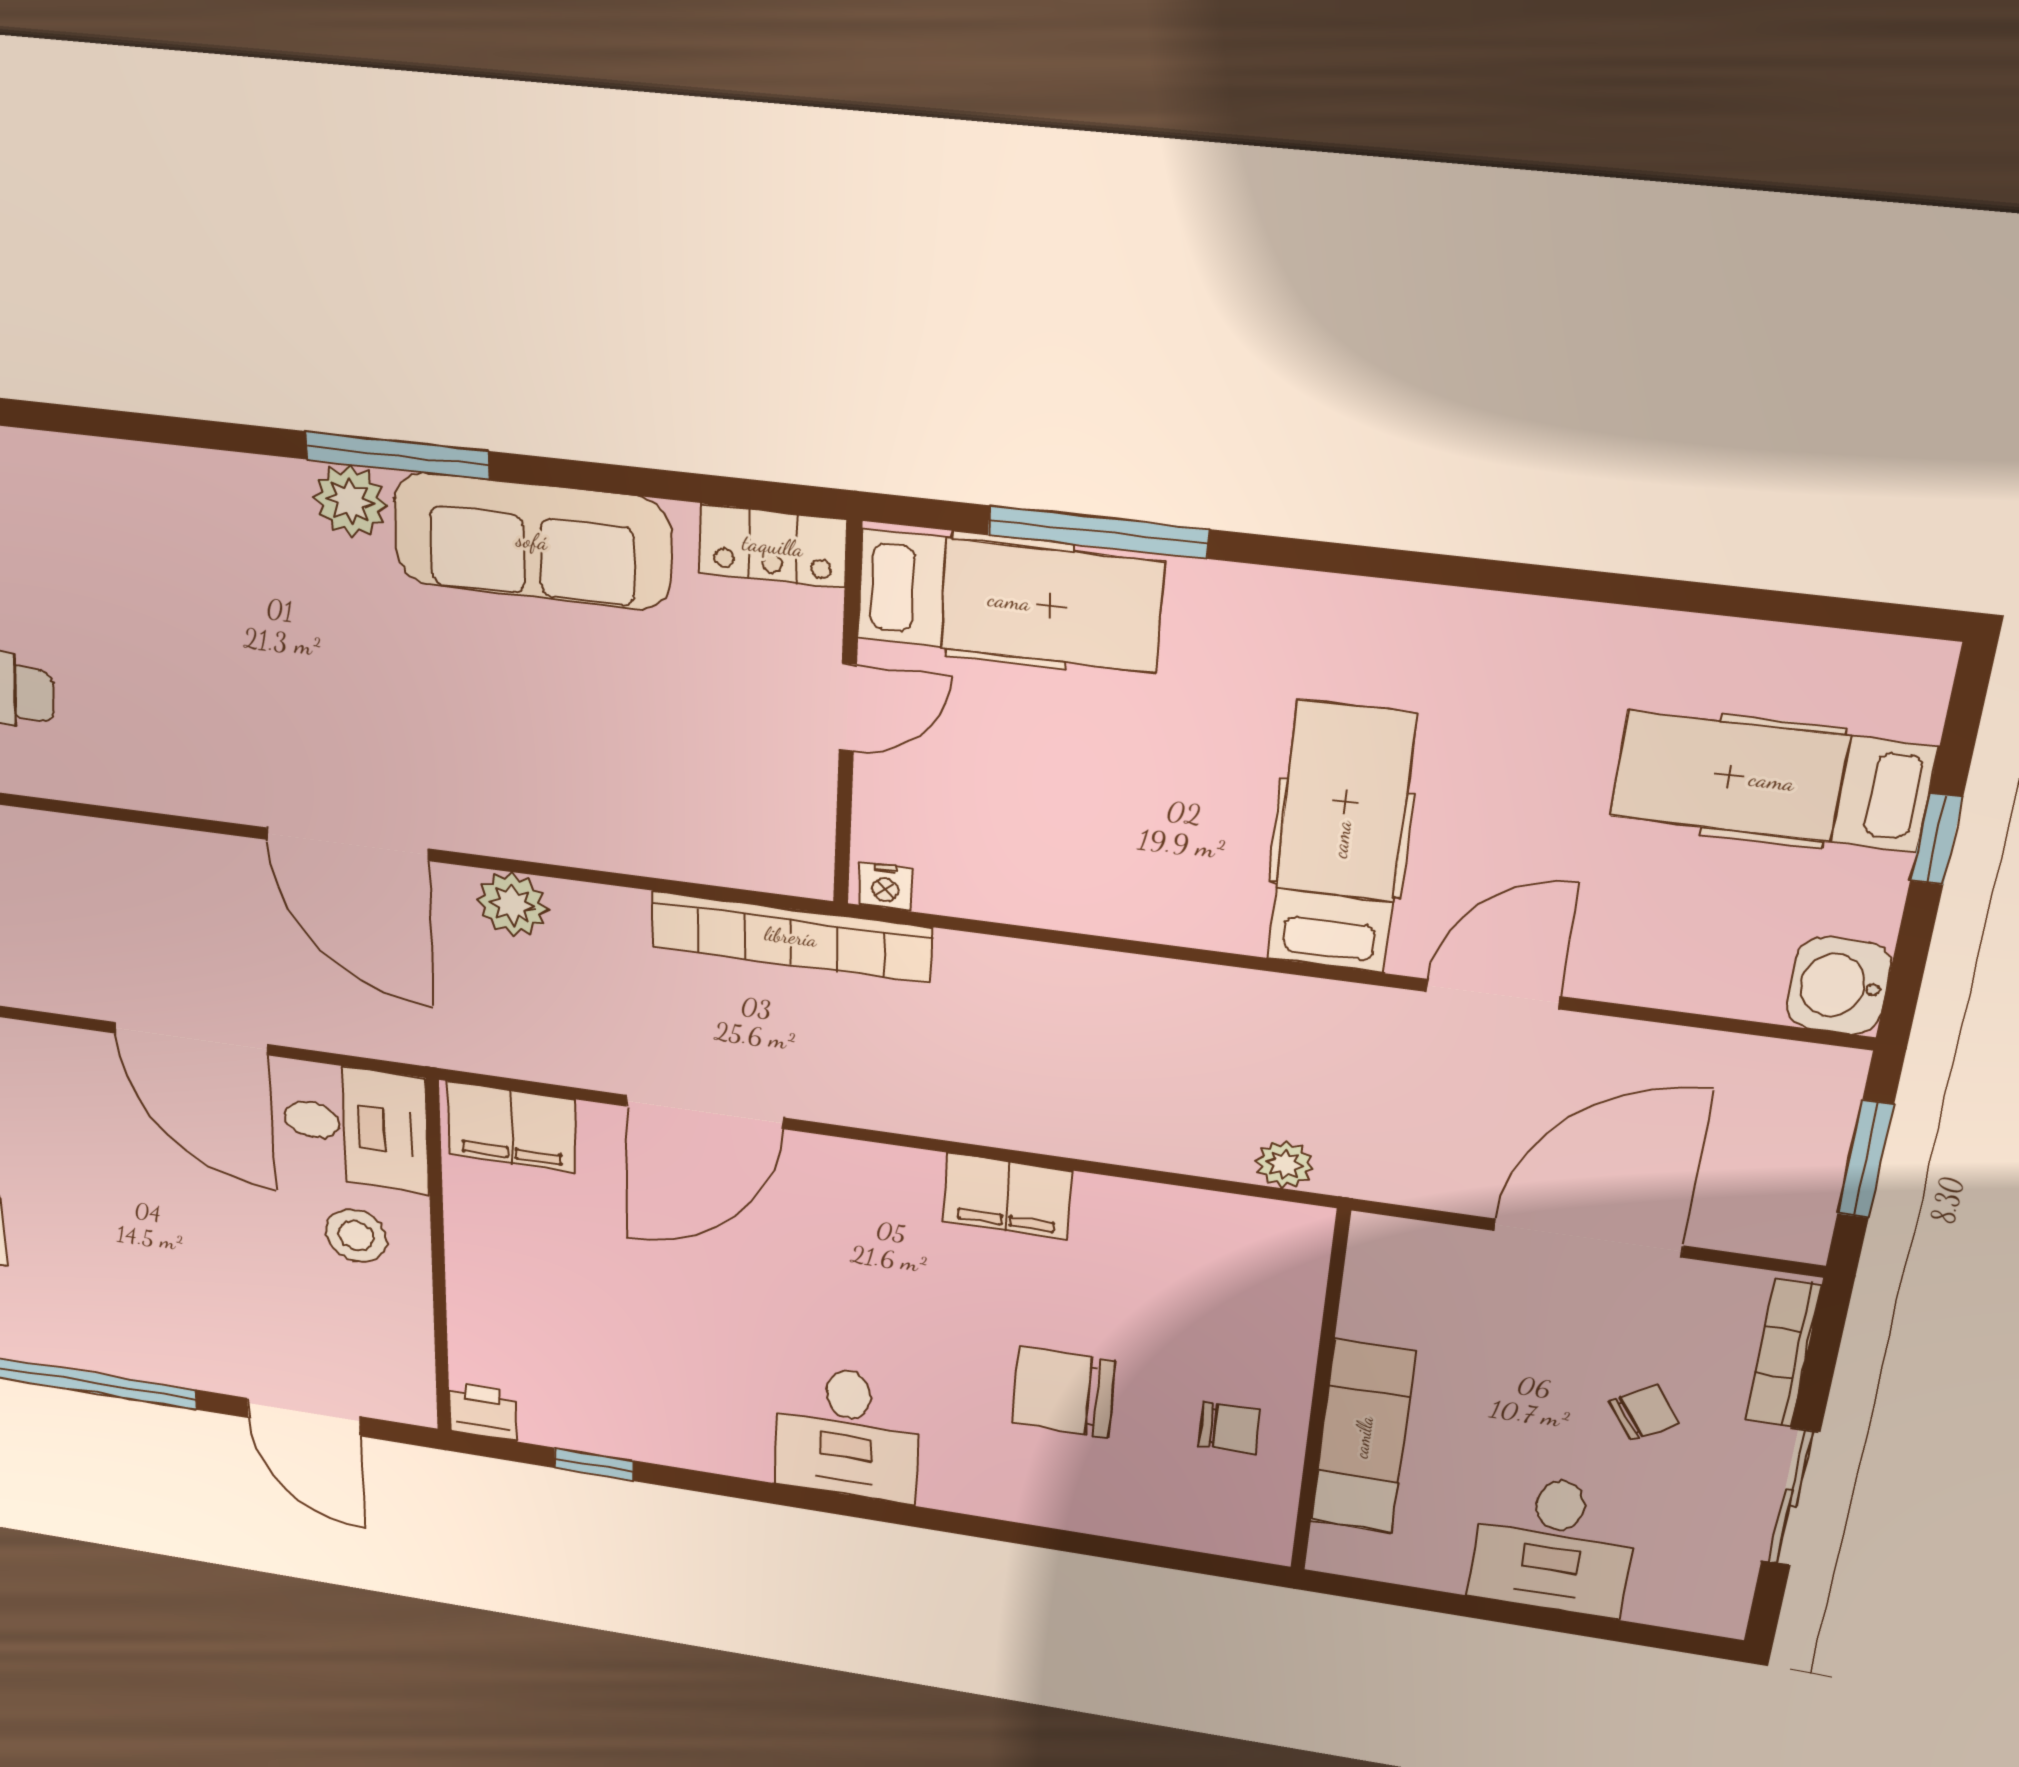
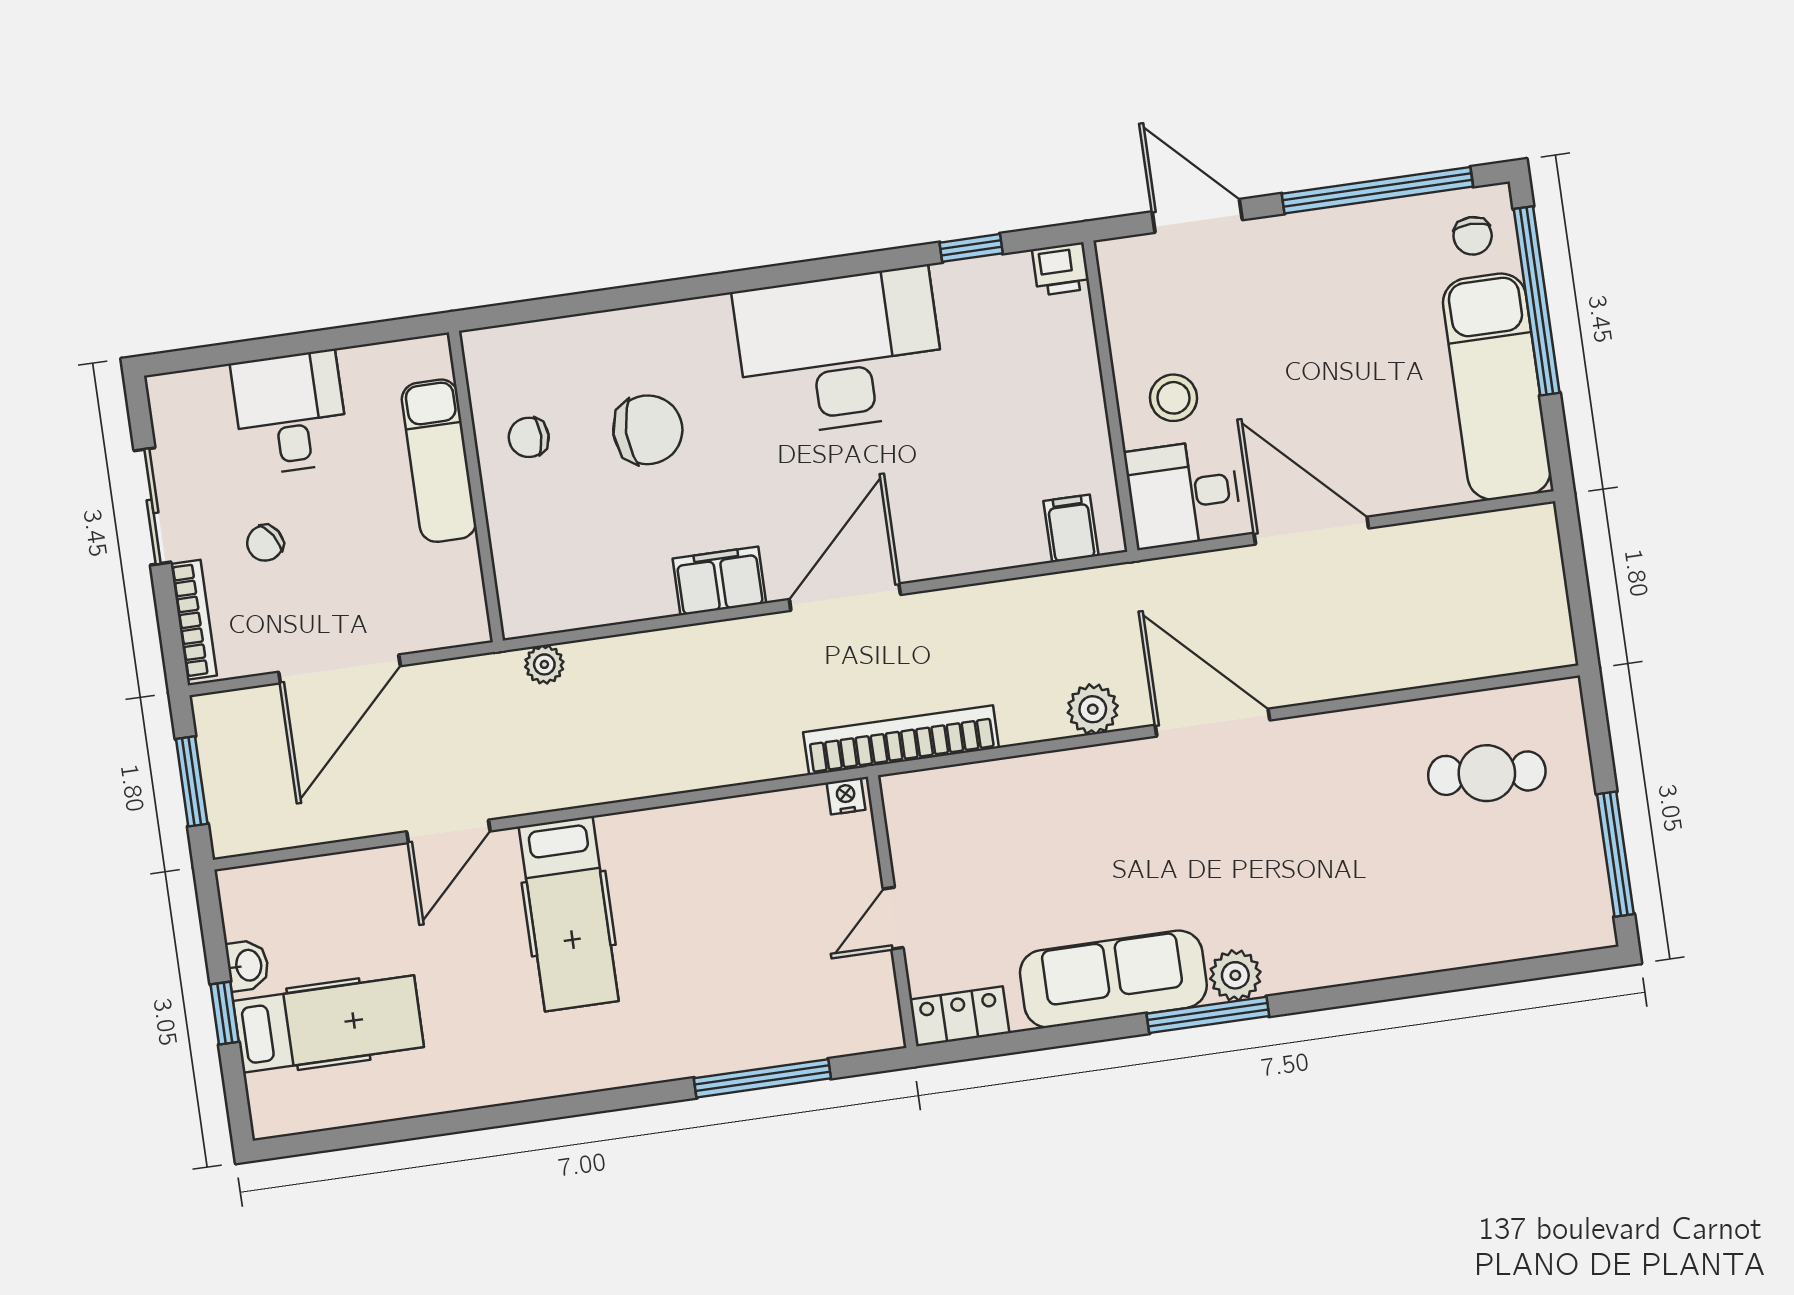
hospital bed: (1009, 601) -> (807, 1019), removed
washbasin: (1839, 986) -> (248, 965), moved, width x0.72, depth x0.69
door: (704, 1112) -> (845, 597), moved
filing cabinet: (511, 1127) -> (1071, 528), width x0.50
desk: (847, 1433) -> (840, 352), width x1.87, depth x1.30

